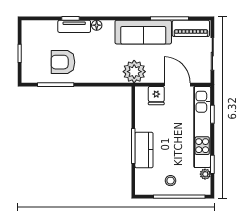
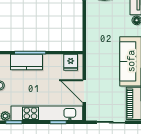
plant: (134, 72) -> (96, 53), removed
door: (177, 85) -> (84, 91), swing flipped
fridge: (156, 96) -> (71, 62), moved, turned -90

